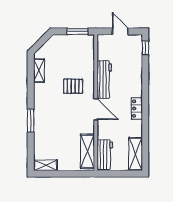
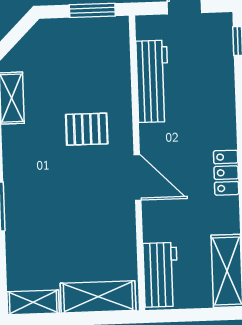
workbench: (104, 80) -> (153, 81), moved
shelving: (87, 151) -> (98, 297), moved, turned 90

